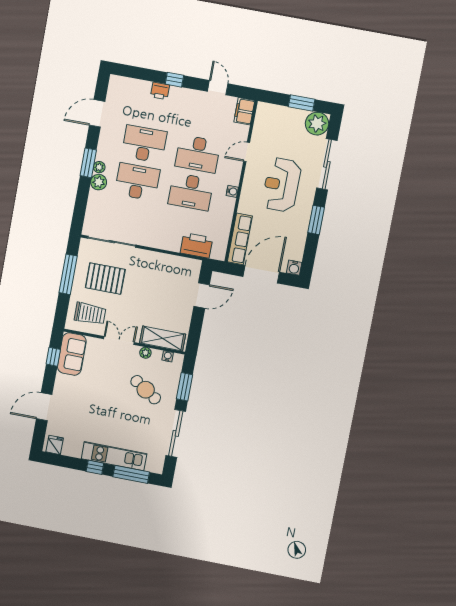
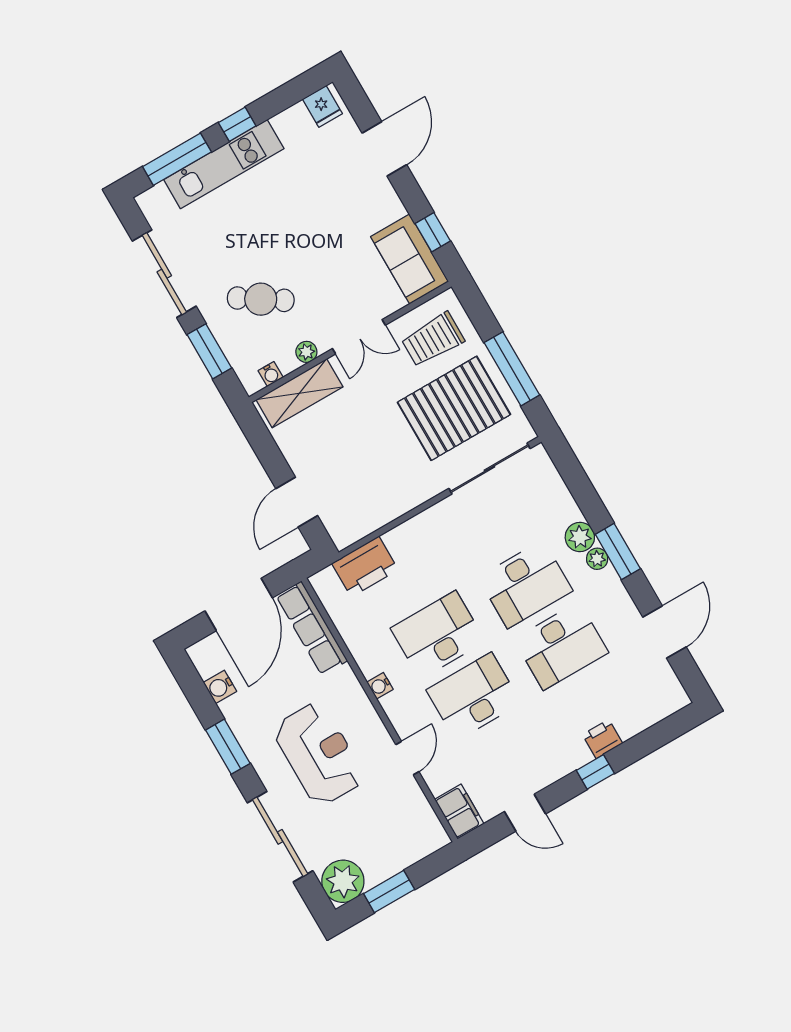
water cooler: (294, 268) -> (220, 687), moved, turned -90
pallet: (105, 279) -> (454, 408), width x1.37, depth x1.41

